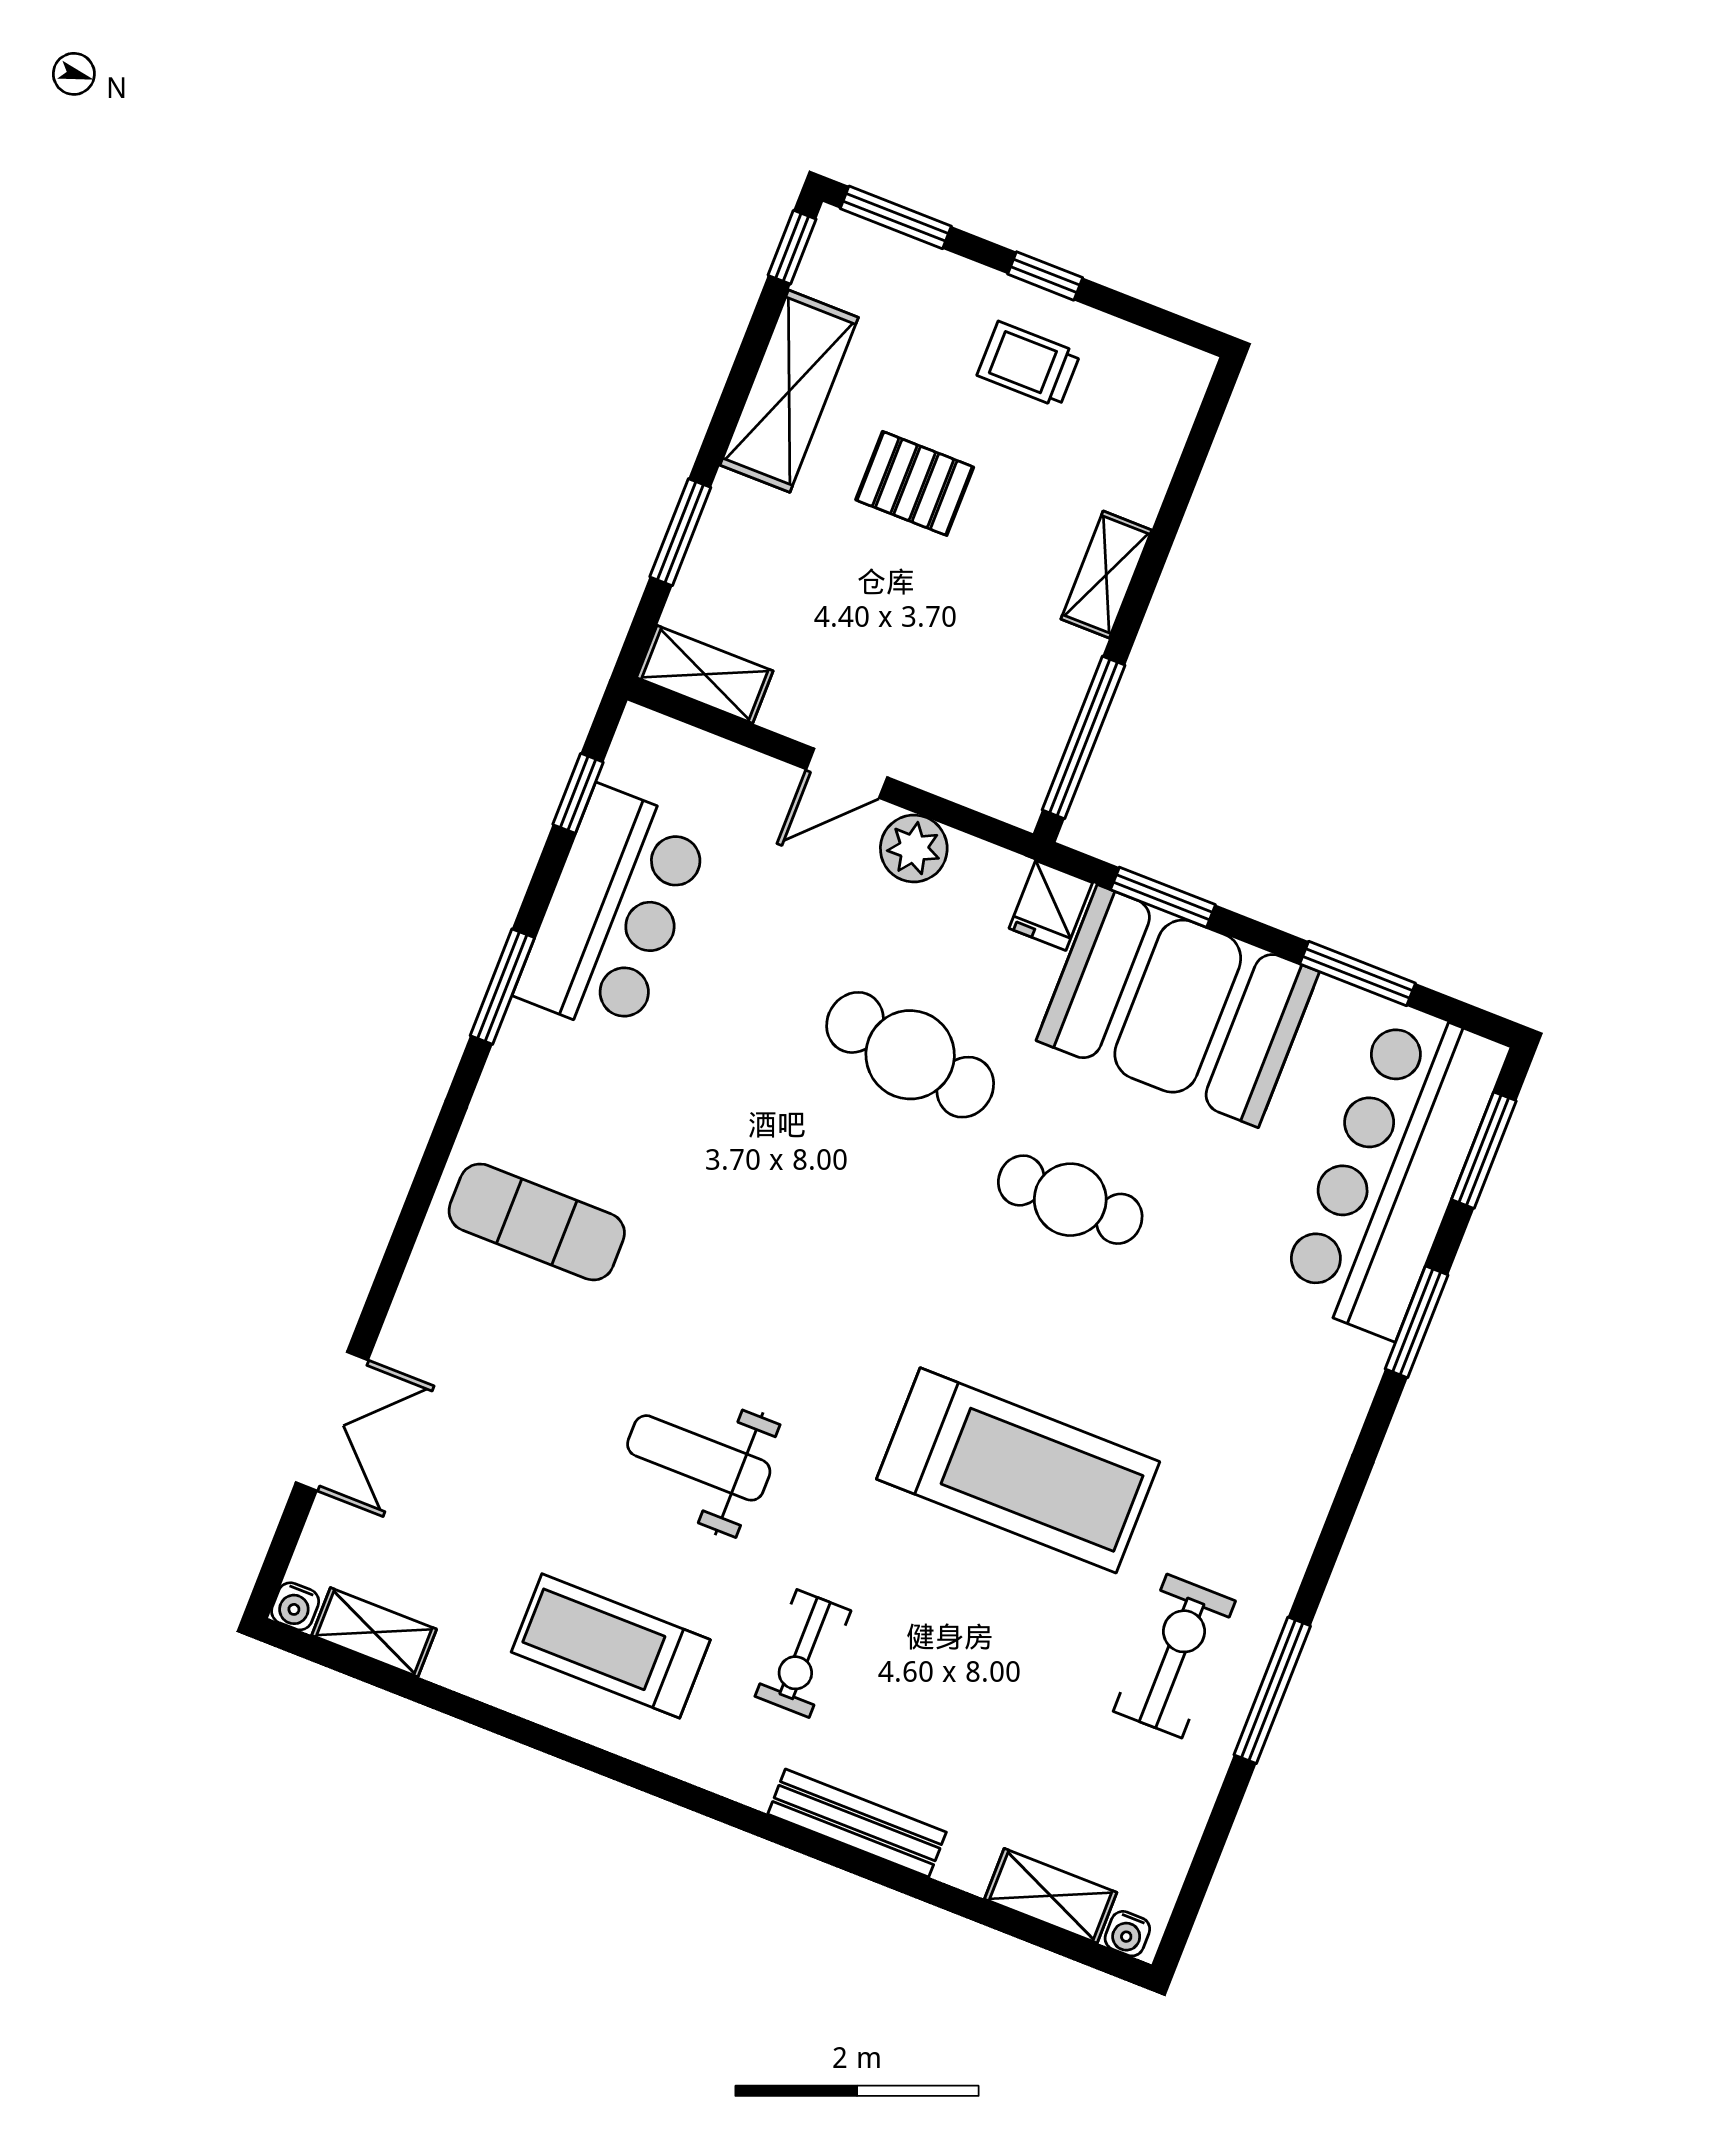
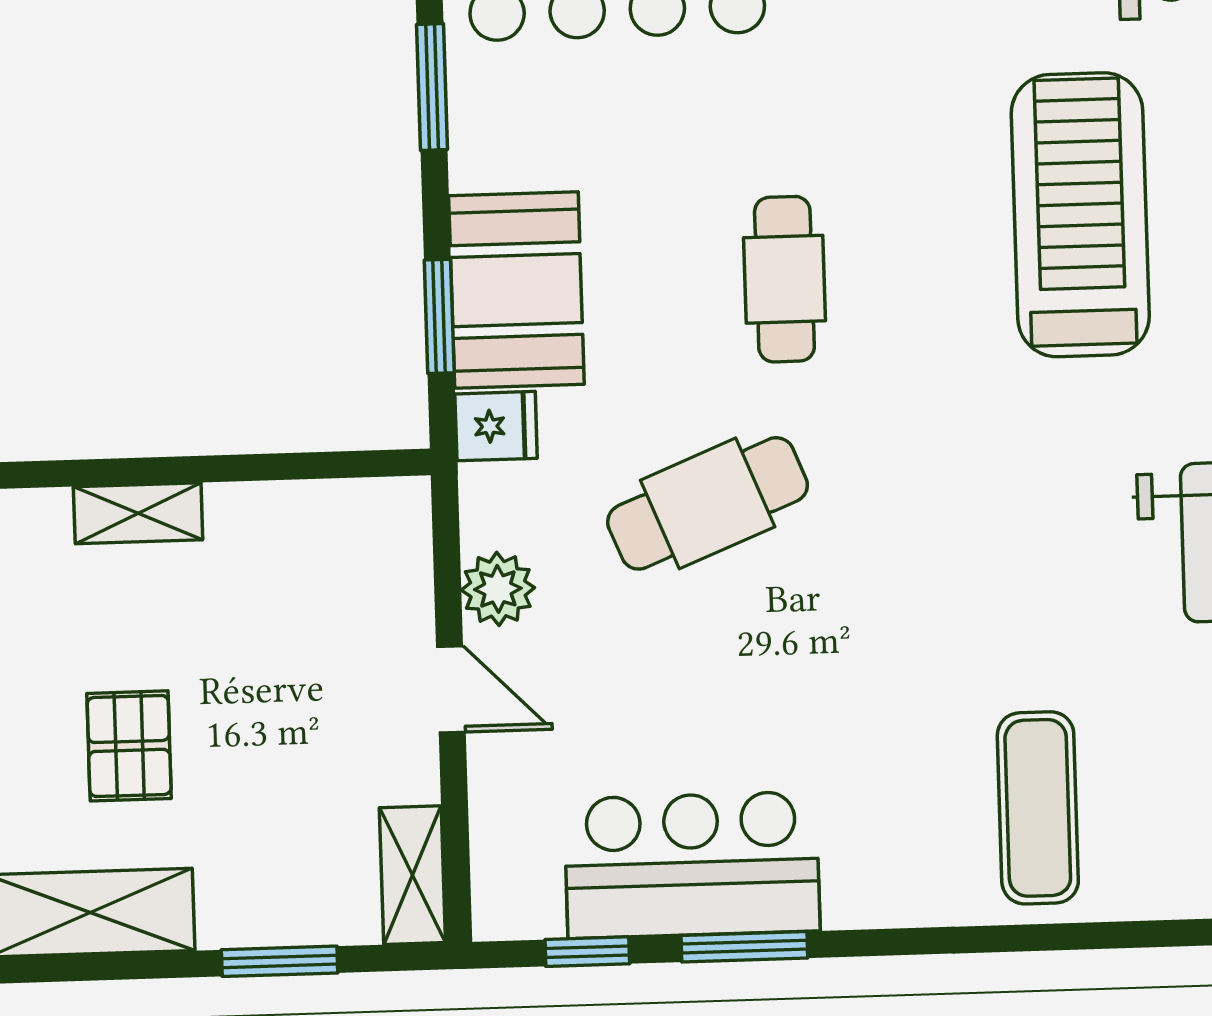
window: (1084, 737) -> (312, 466), removed
window: (502, 987) -> (744, 947), moved
booth: (1178, 1006) -> (516, 290), width x0.73, depth x0.70
cafe table: (910, 1055) -> (708, 503), turned 59

